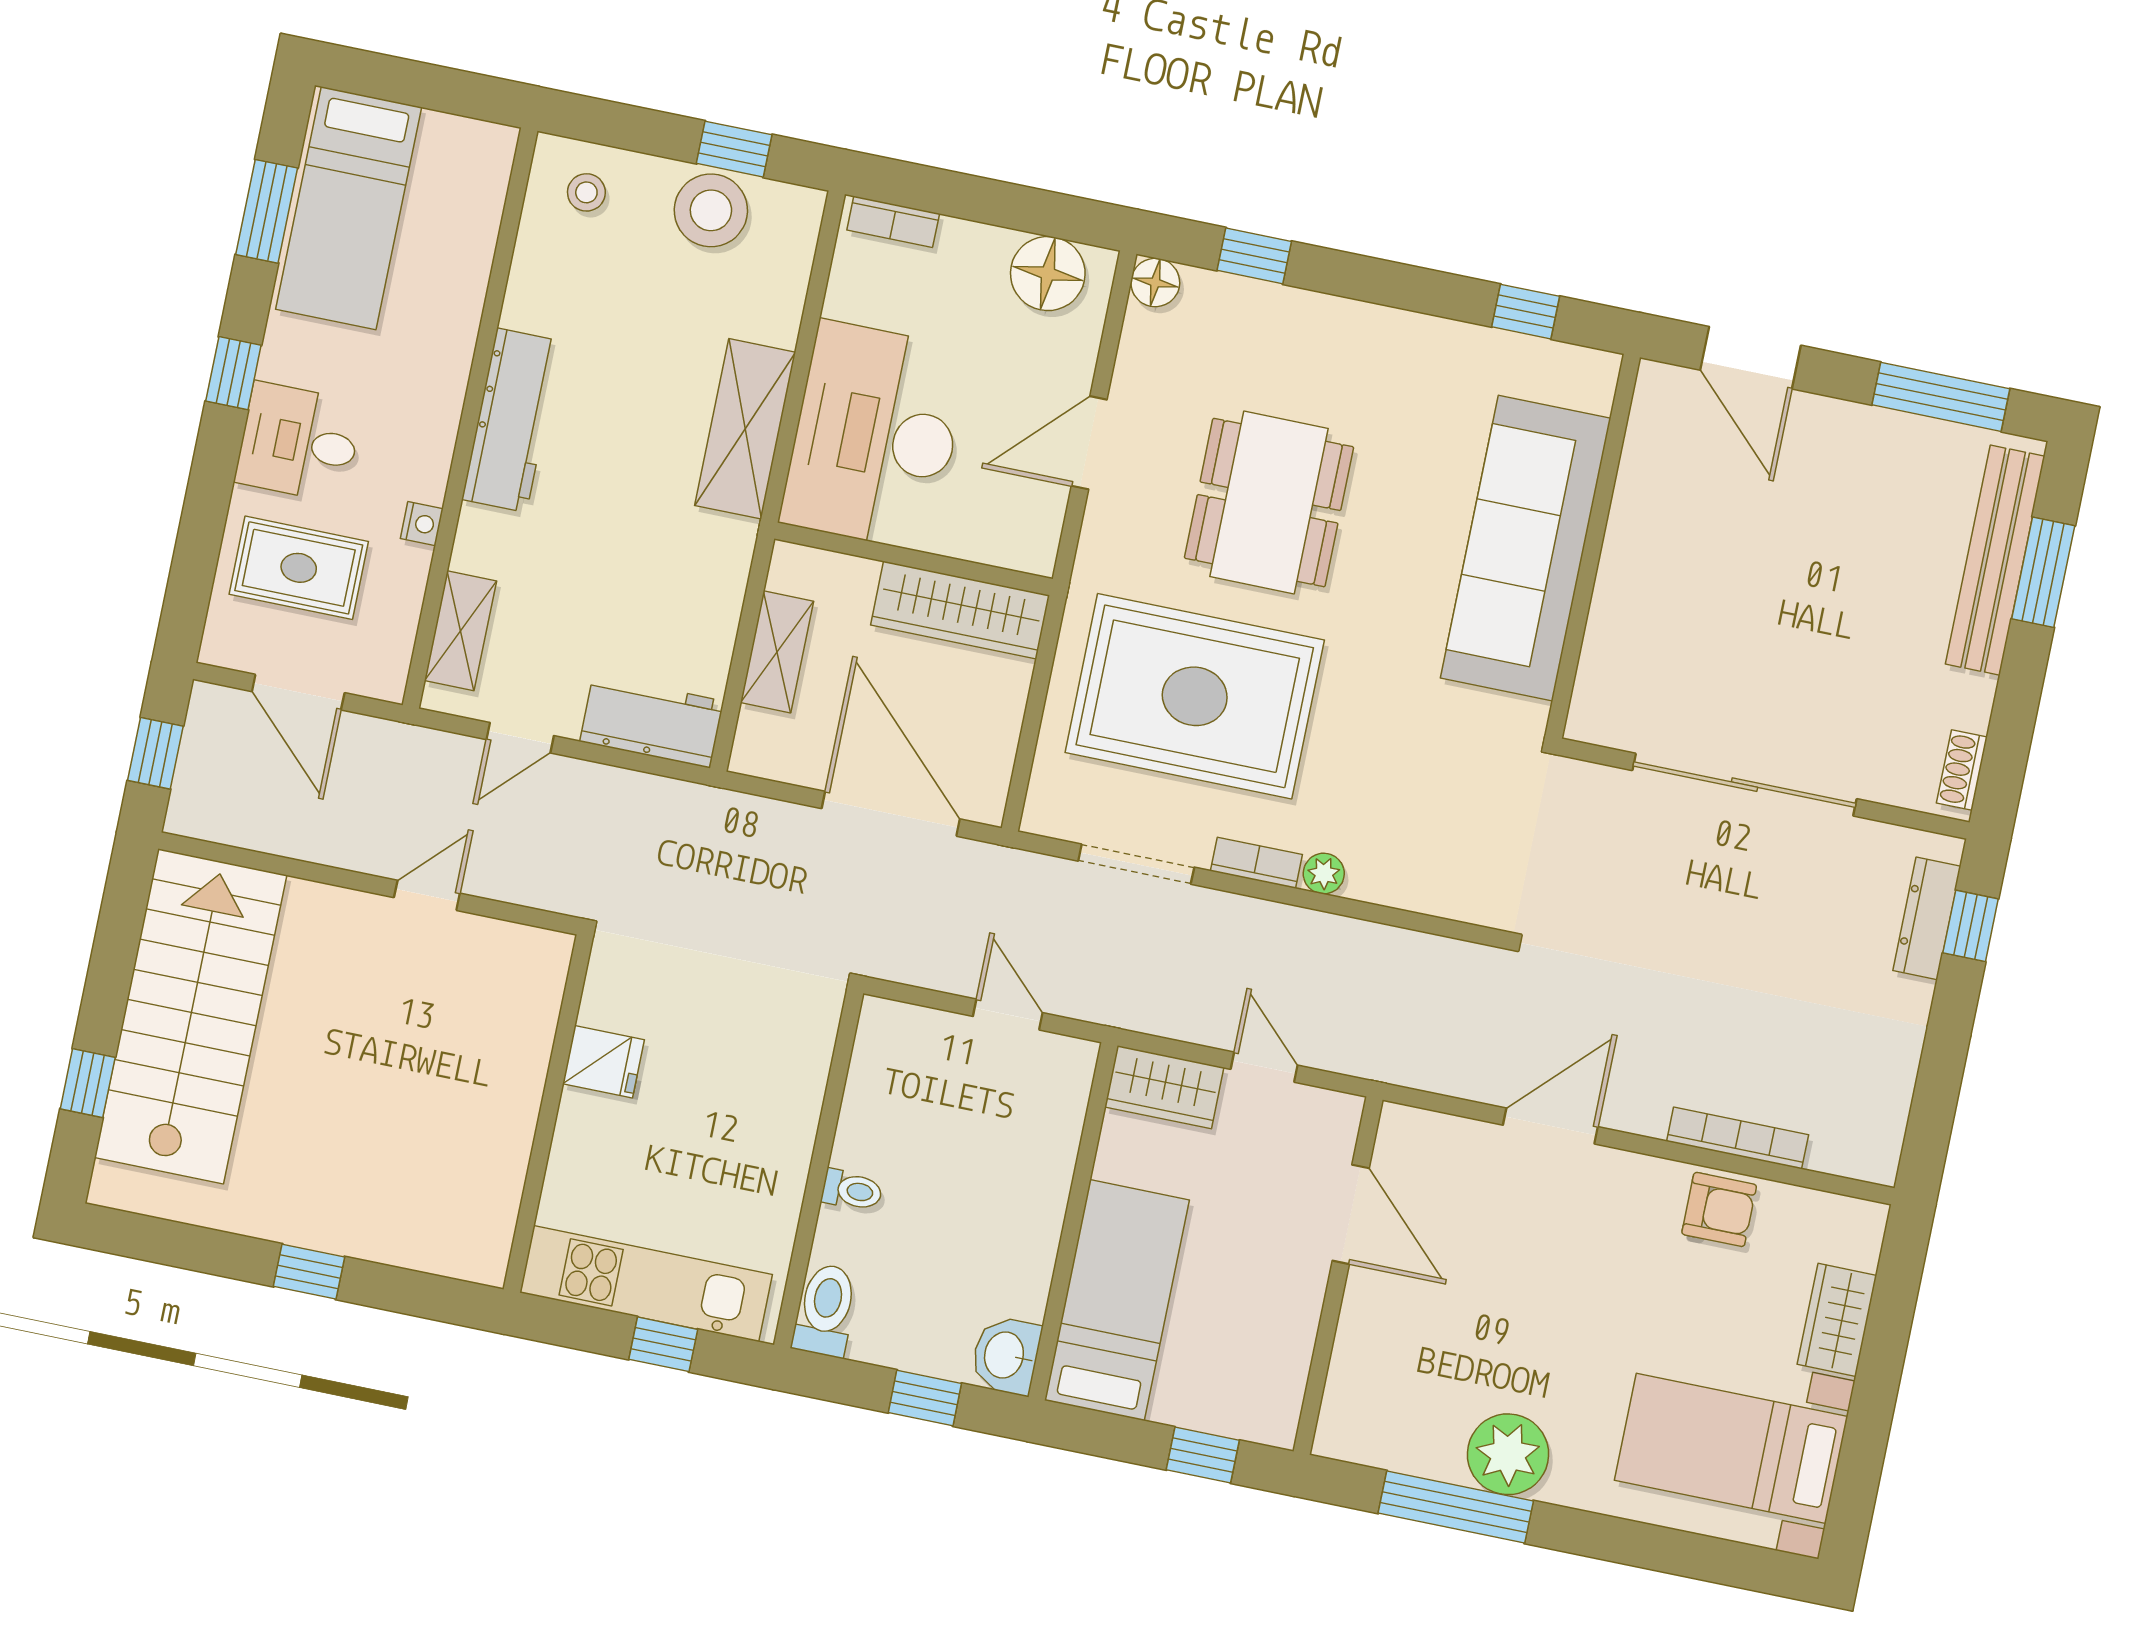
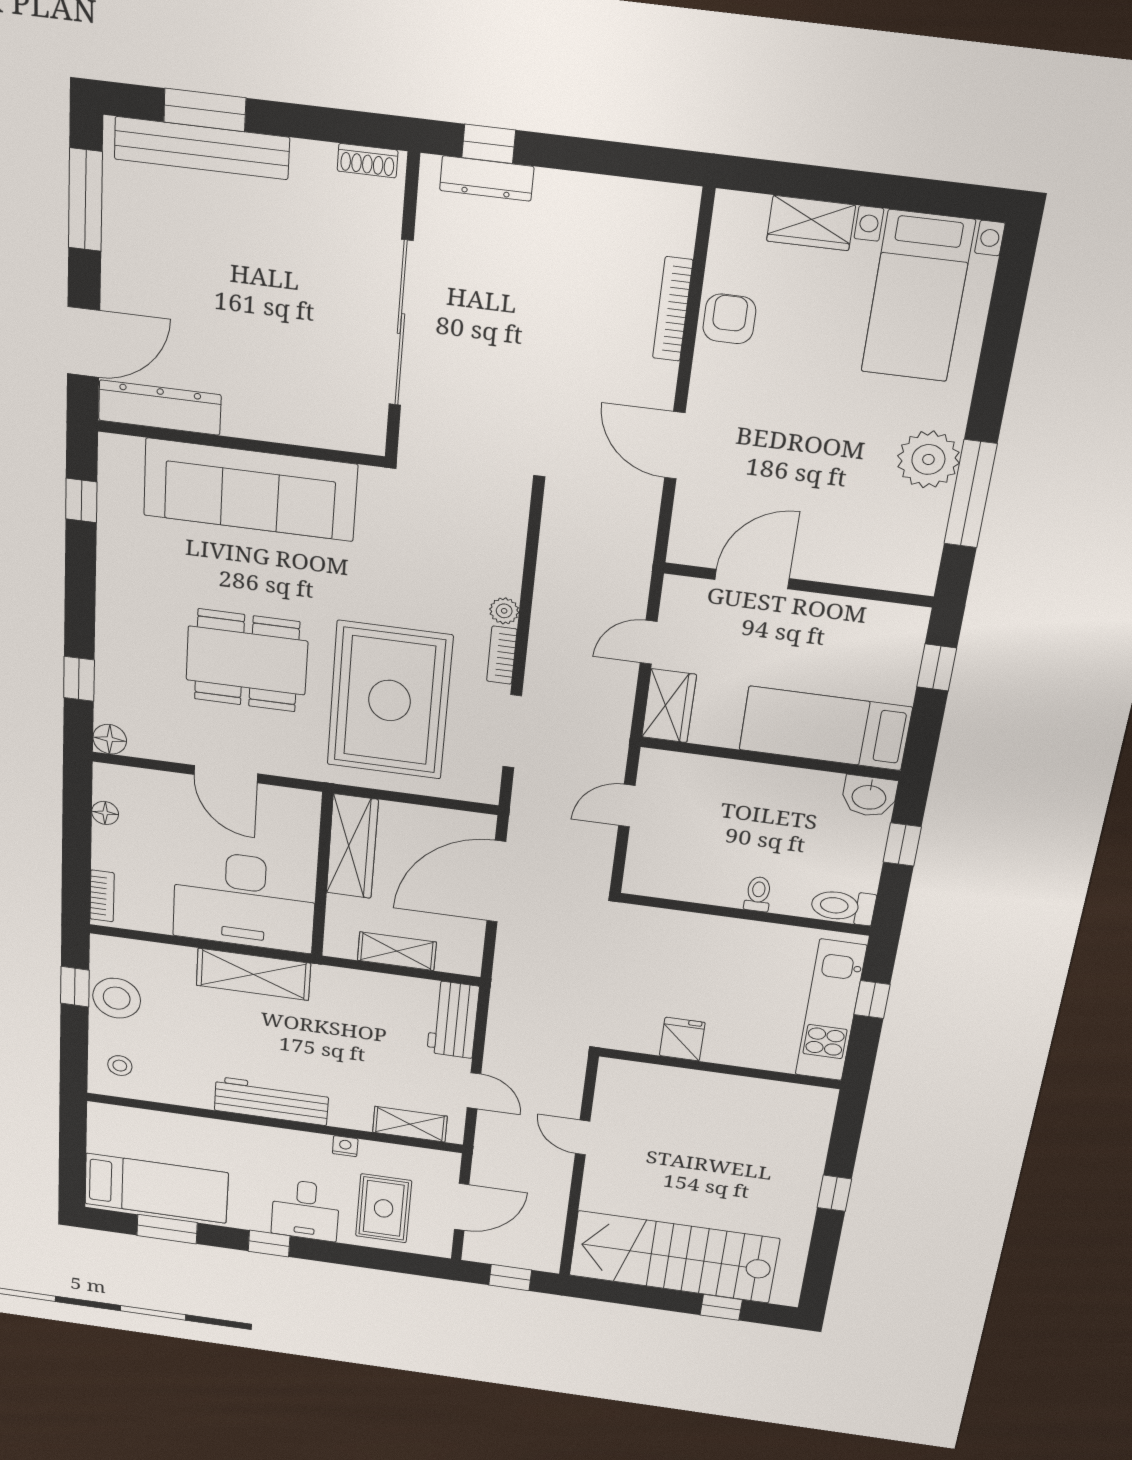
floor lamp: (1048, 274) -> (105, 813), width x0.53, depth x0.53
dresser: (1652, 444) -> (160, 408), added

